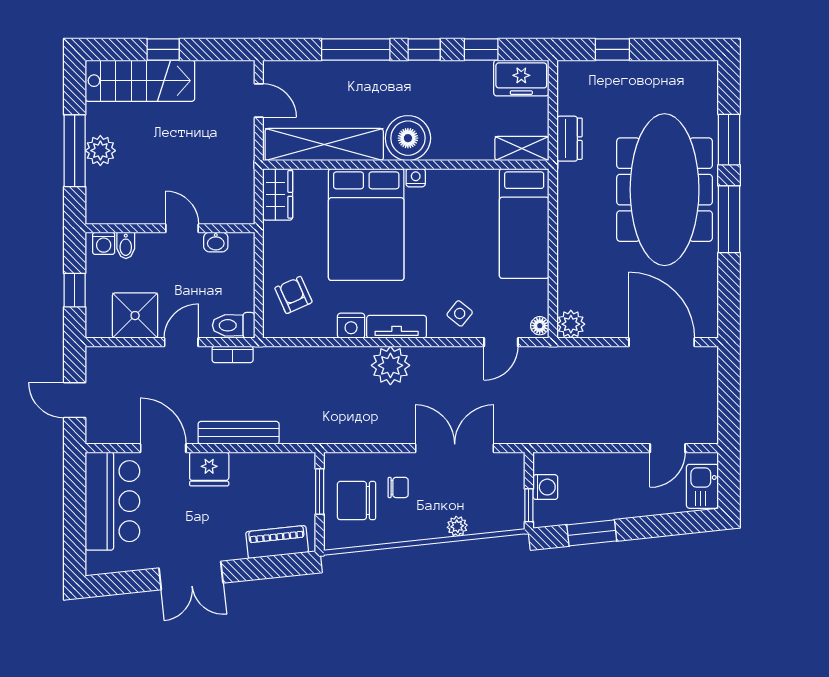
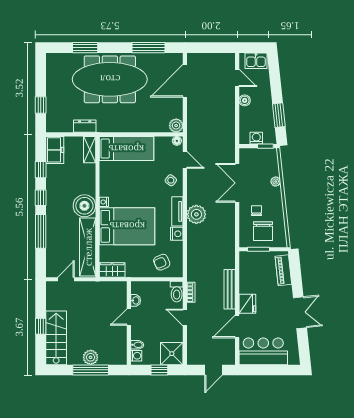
window: (729, 219) -> (149, 48), moved
shower: (135, 316) -> (172, 354), moved
boiler: (622, 463) -> (245, 100), added

